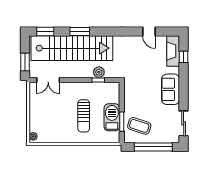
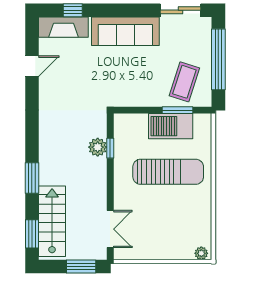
stairs: (72, 48) -> (52, 221), width x0.54, depth x0.66
sofa: (171, 89) -> (125, 31), width x1.36
sun lounger: (84, 116) -> (168, 172), width x1.36, depth x1.34

